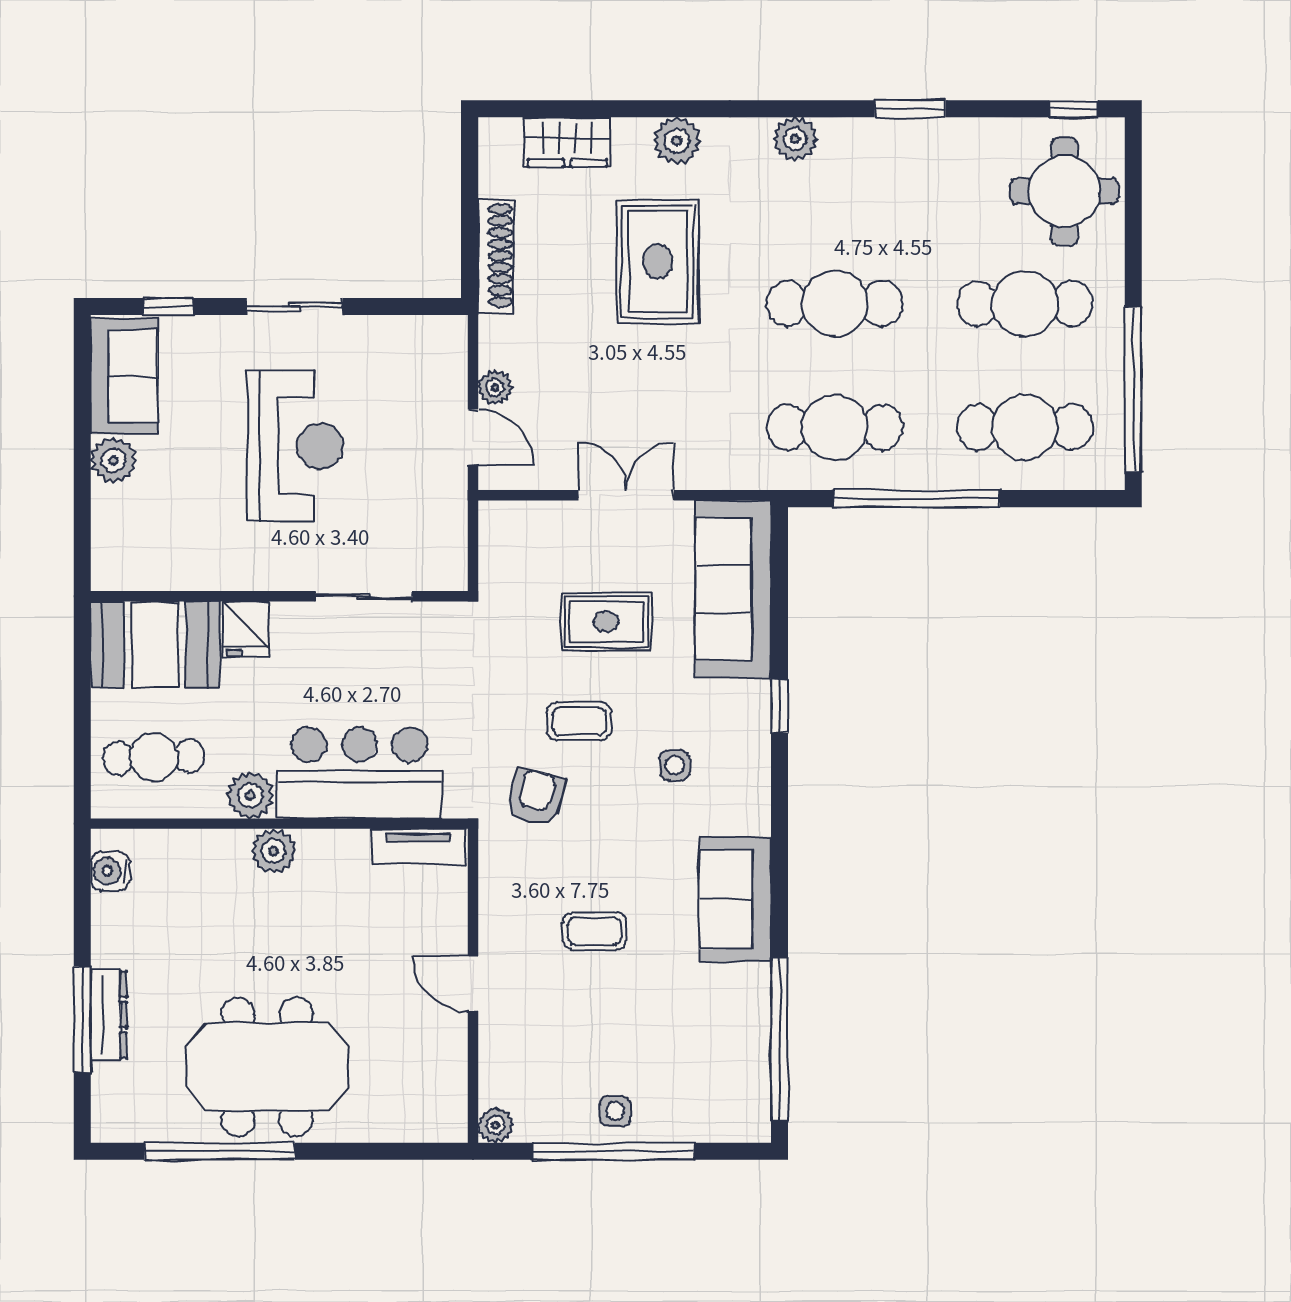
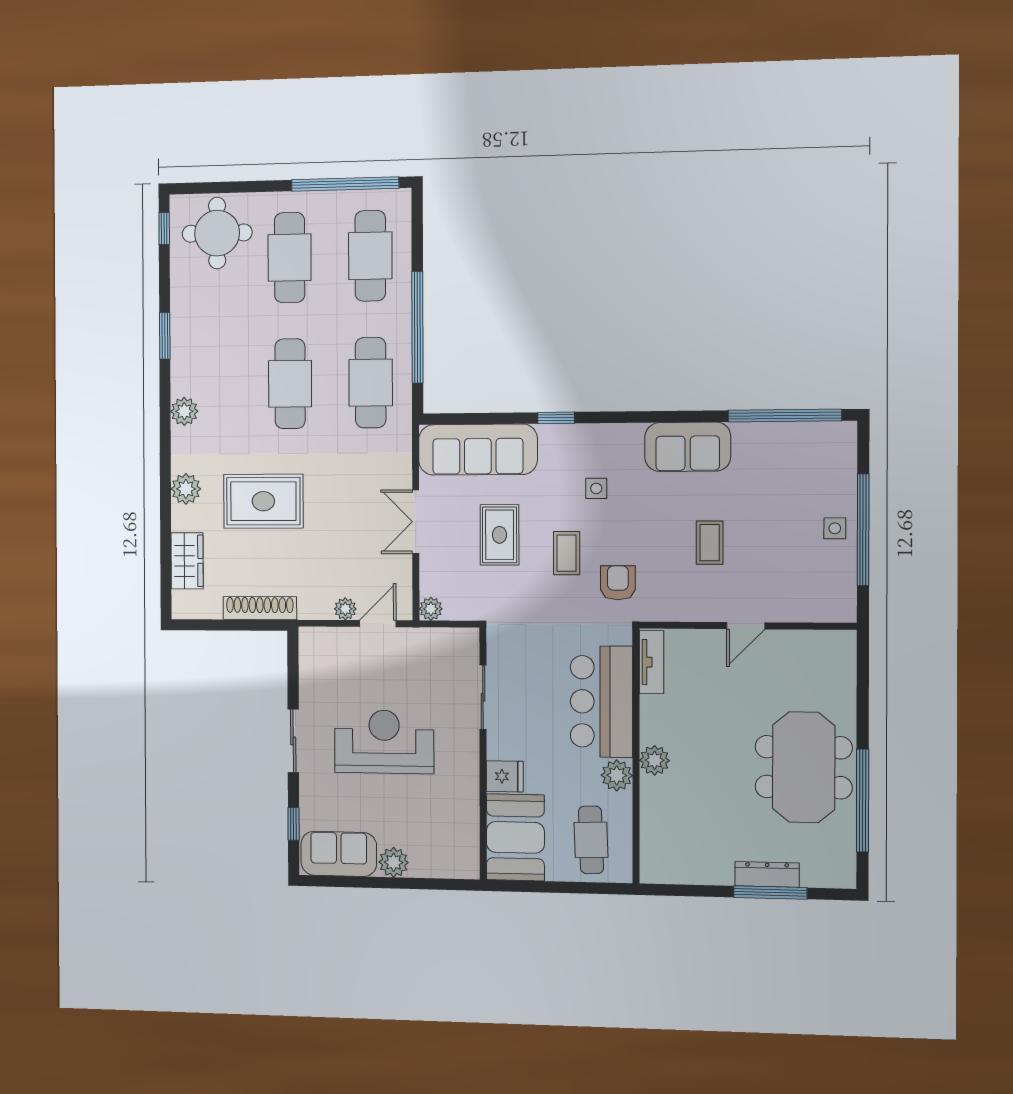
armchair: (535, 797) -> (618, 583), turned 75
water cooler: (110, 871) -> (668, 871), removed
plant: (496, 1125) -> (431, 609), moved

